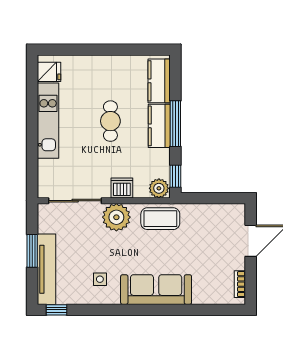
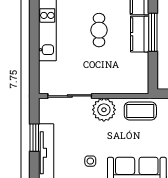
window: (175, 176) -> (153, 76), removed
dishwasher: (122, 188) -> (109, 85), removed
plant: (159, 188) -> (139, 86), removed

